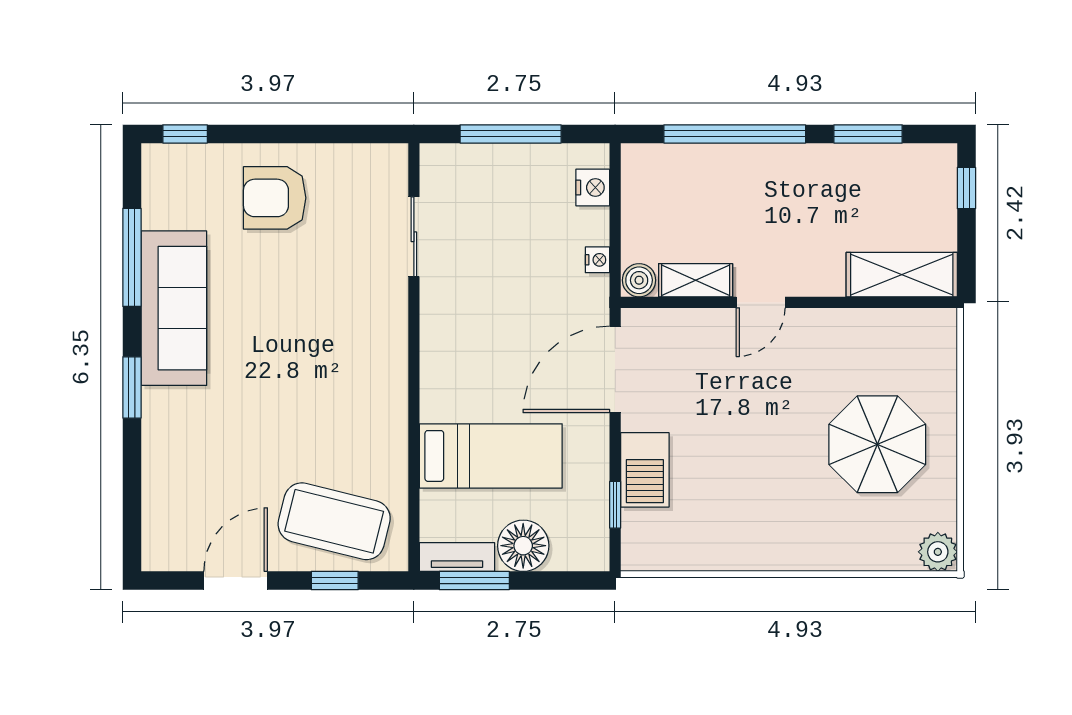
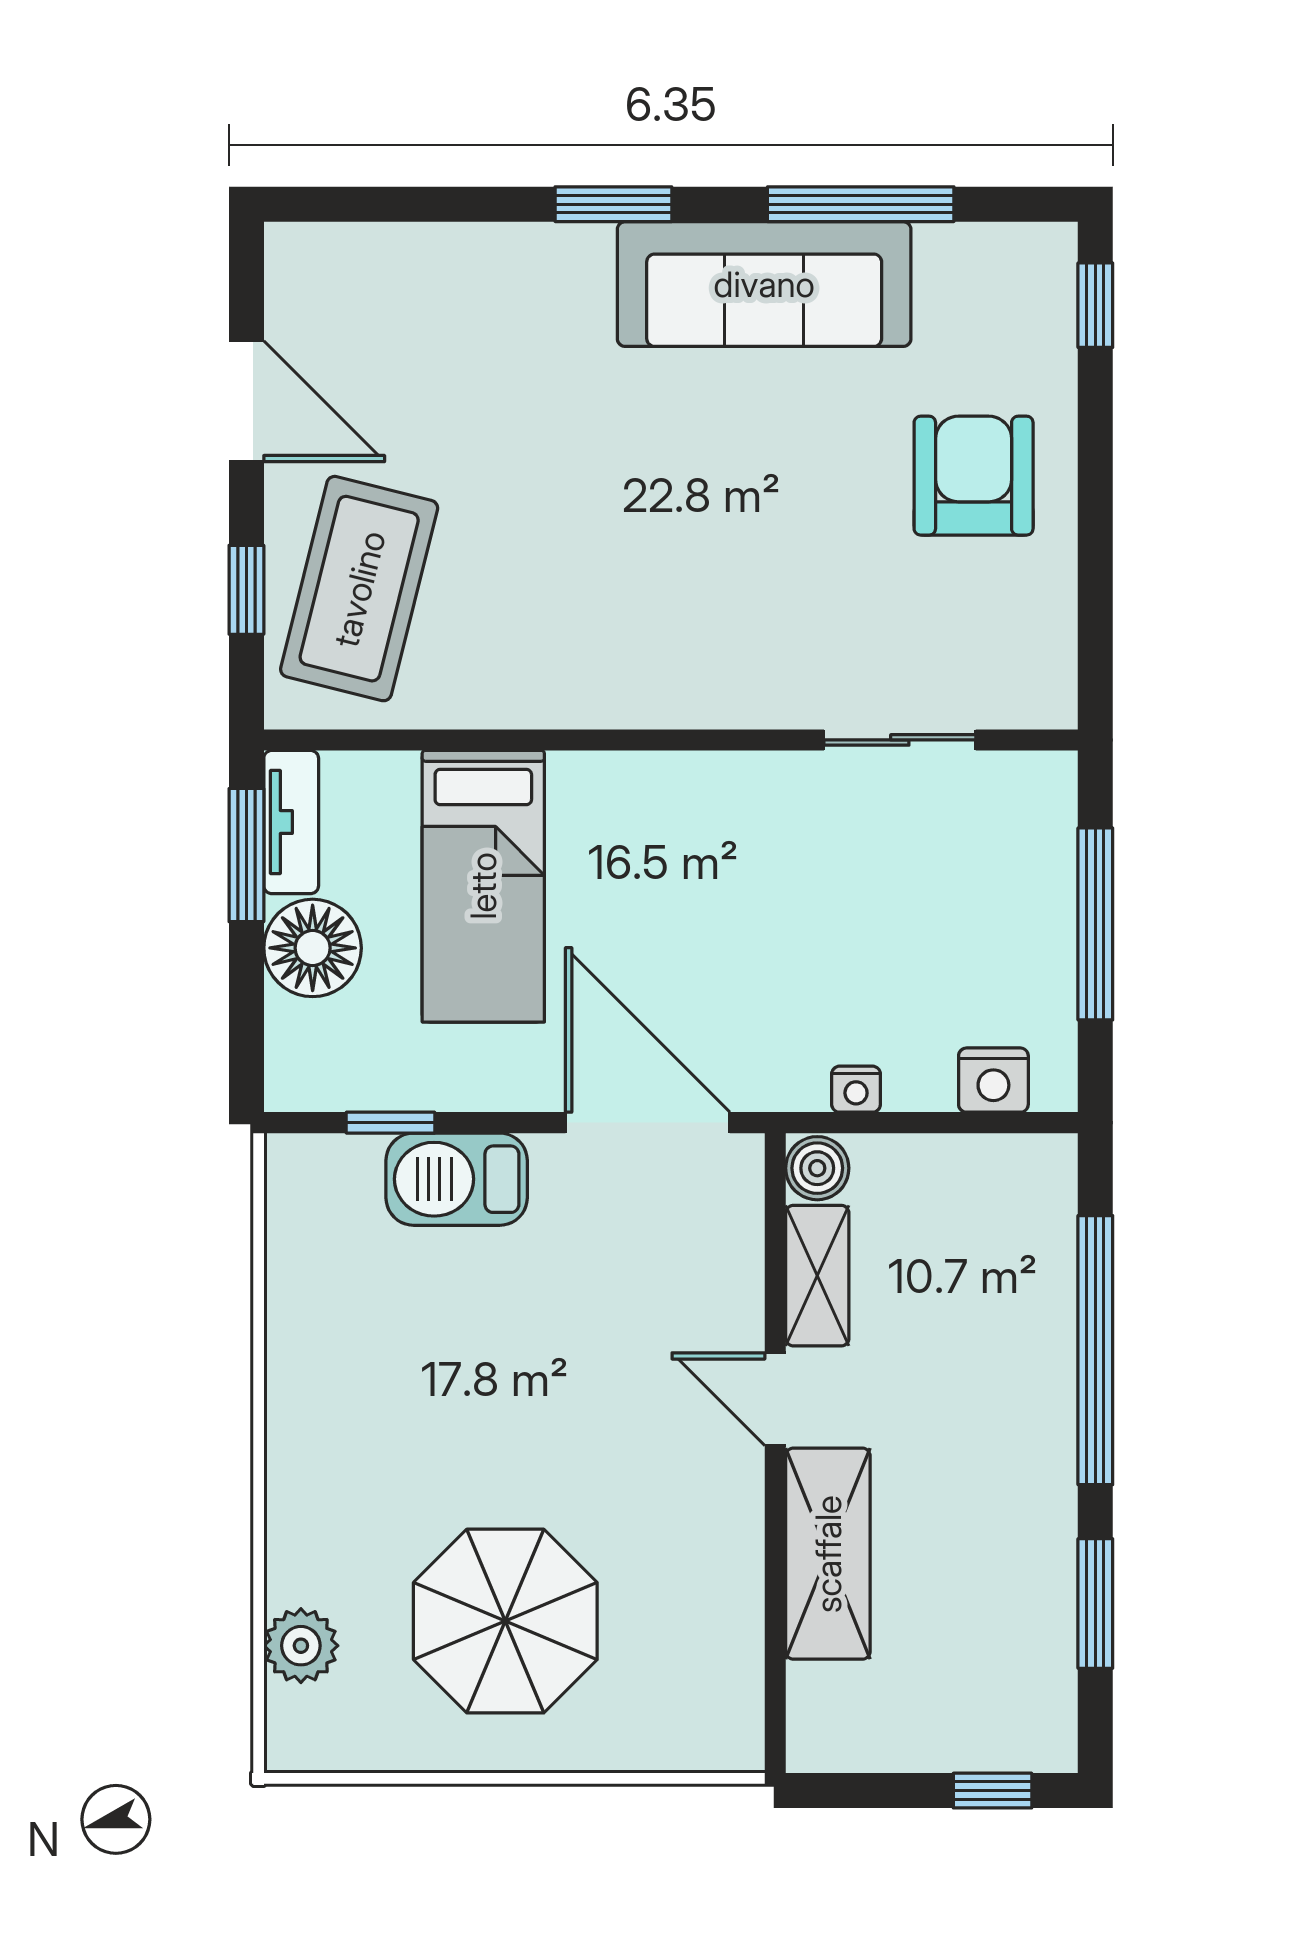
shelving: (902, 275) -> (828, 1554), moved
plant: (938, 552) -> (301, 1646), moved

